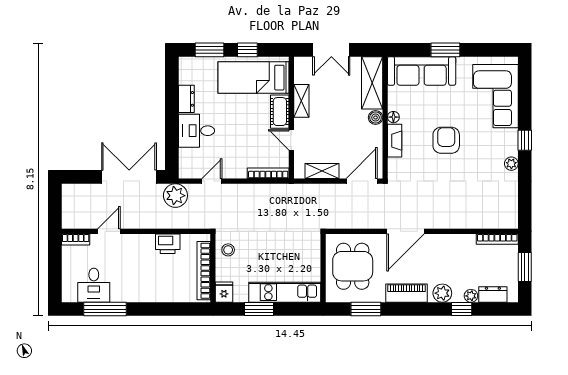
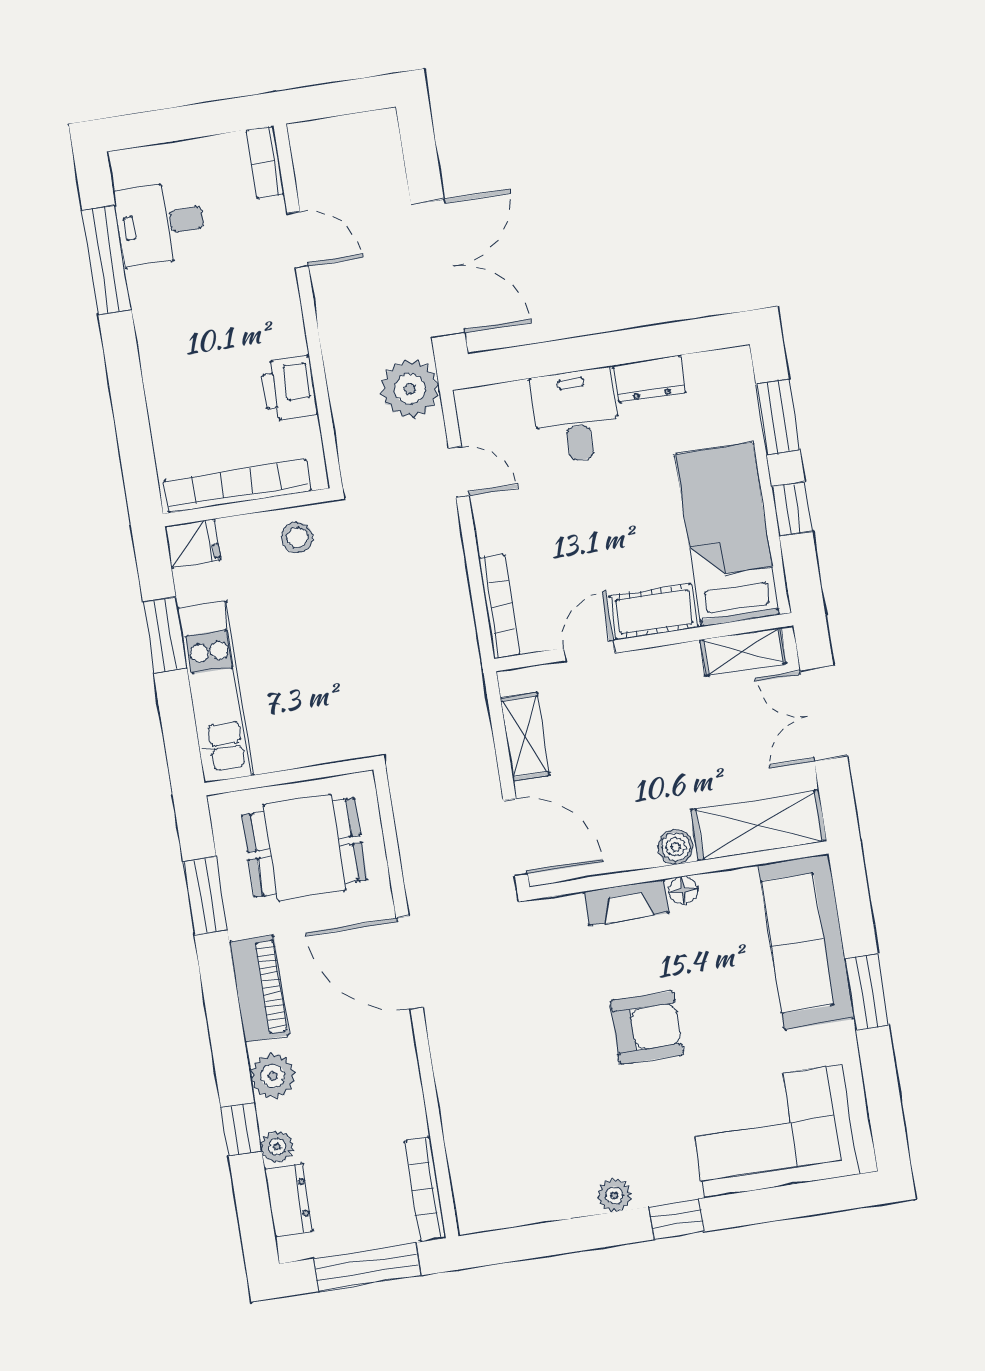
shelving: (301, 101) -> (743, 652), moved
window: (525, 267) -> (367, 1267), width x1.44

